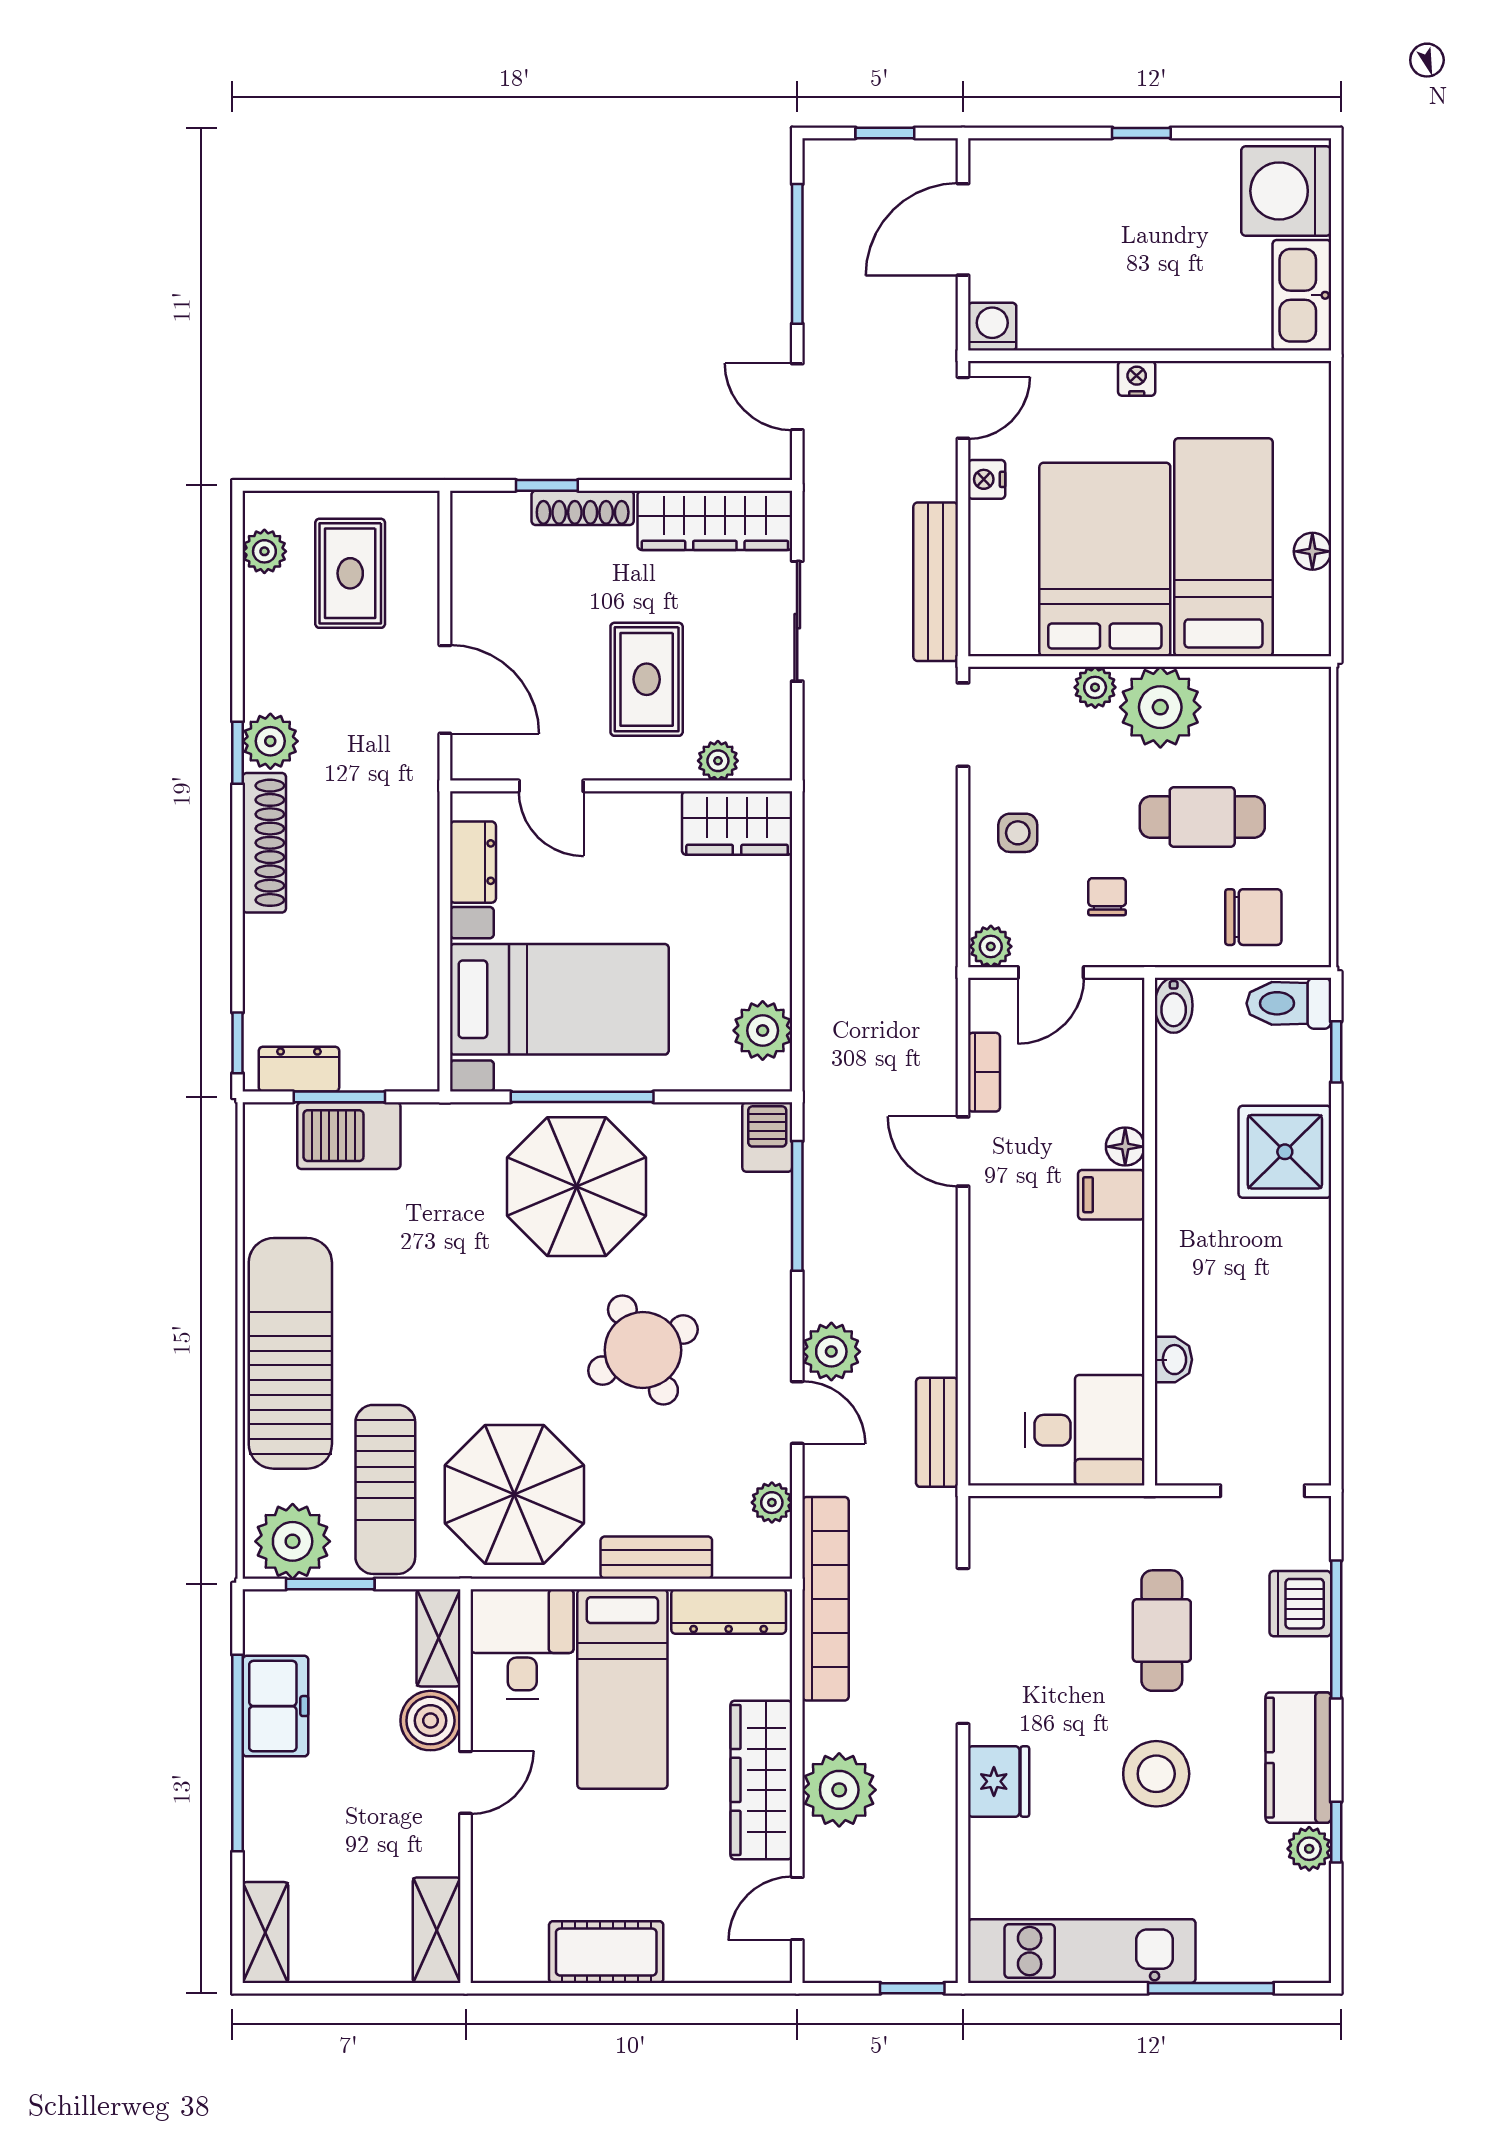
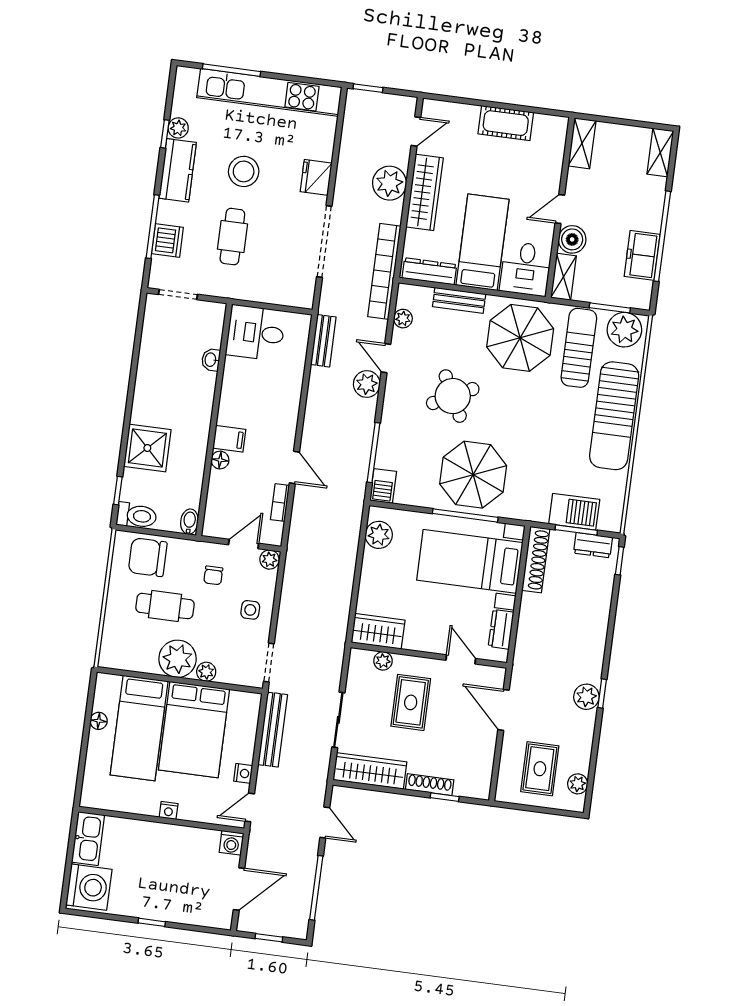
shoe rack: (264, 843) -> (536, 560), moved, turned 180
chair: (1253, 917) -> (148, 557), width x1.37, depth x1.37
kitchen unit: (1082, 1951) -> (269, 92), width x1.36

